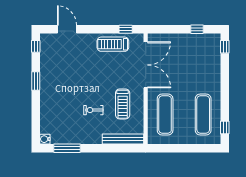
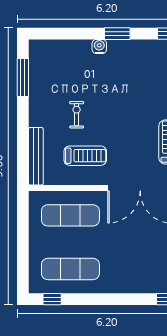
treadmill: (123, 104) -> (85, 156), turned 180
water cooler: (45, 139) -> (99, 46), moved

